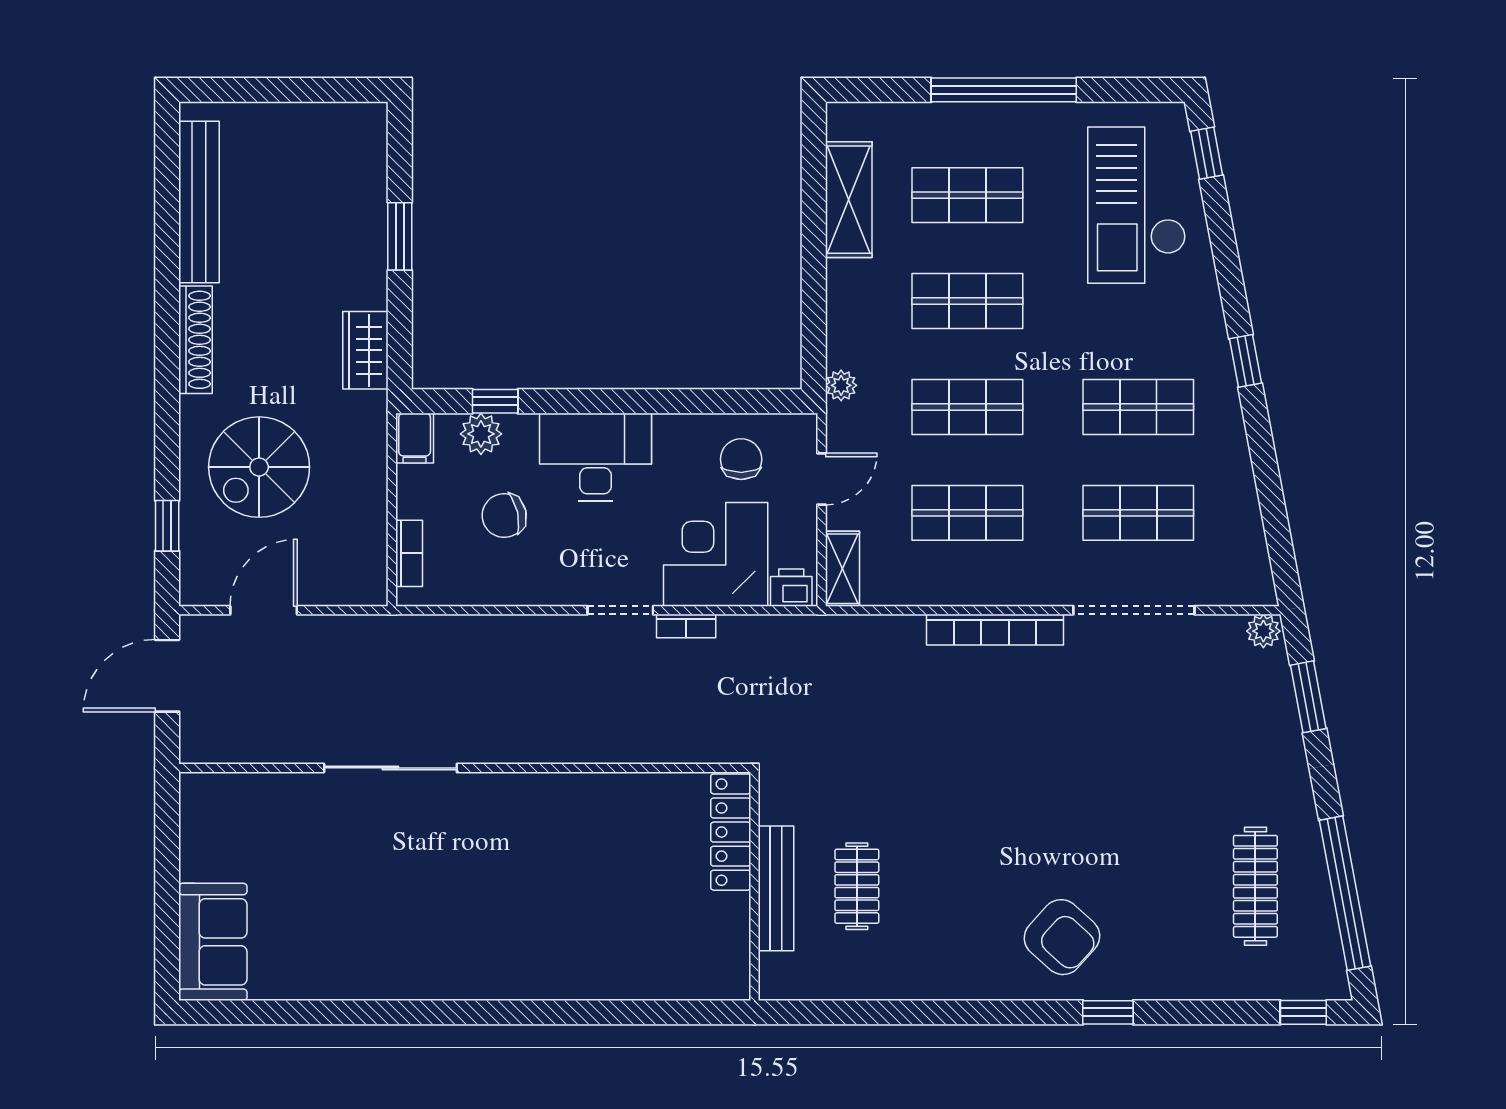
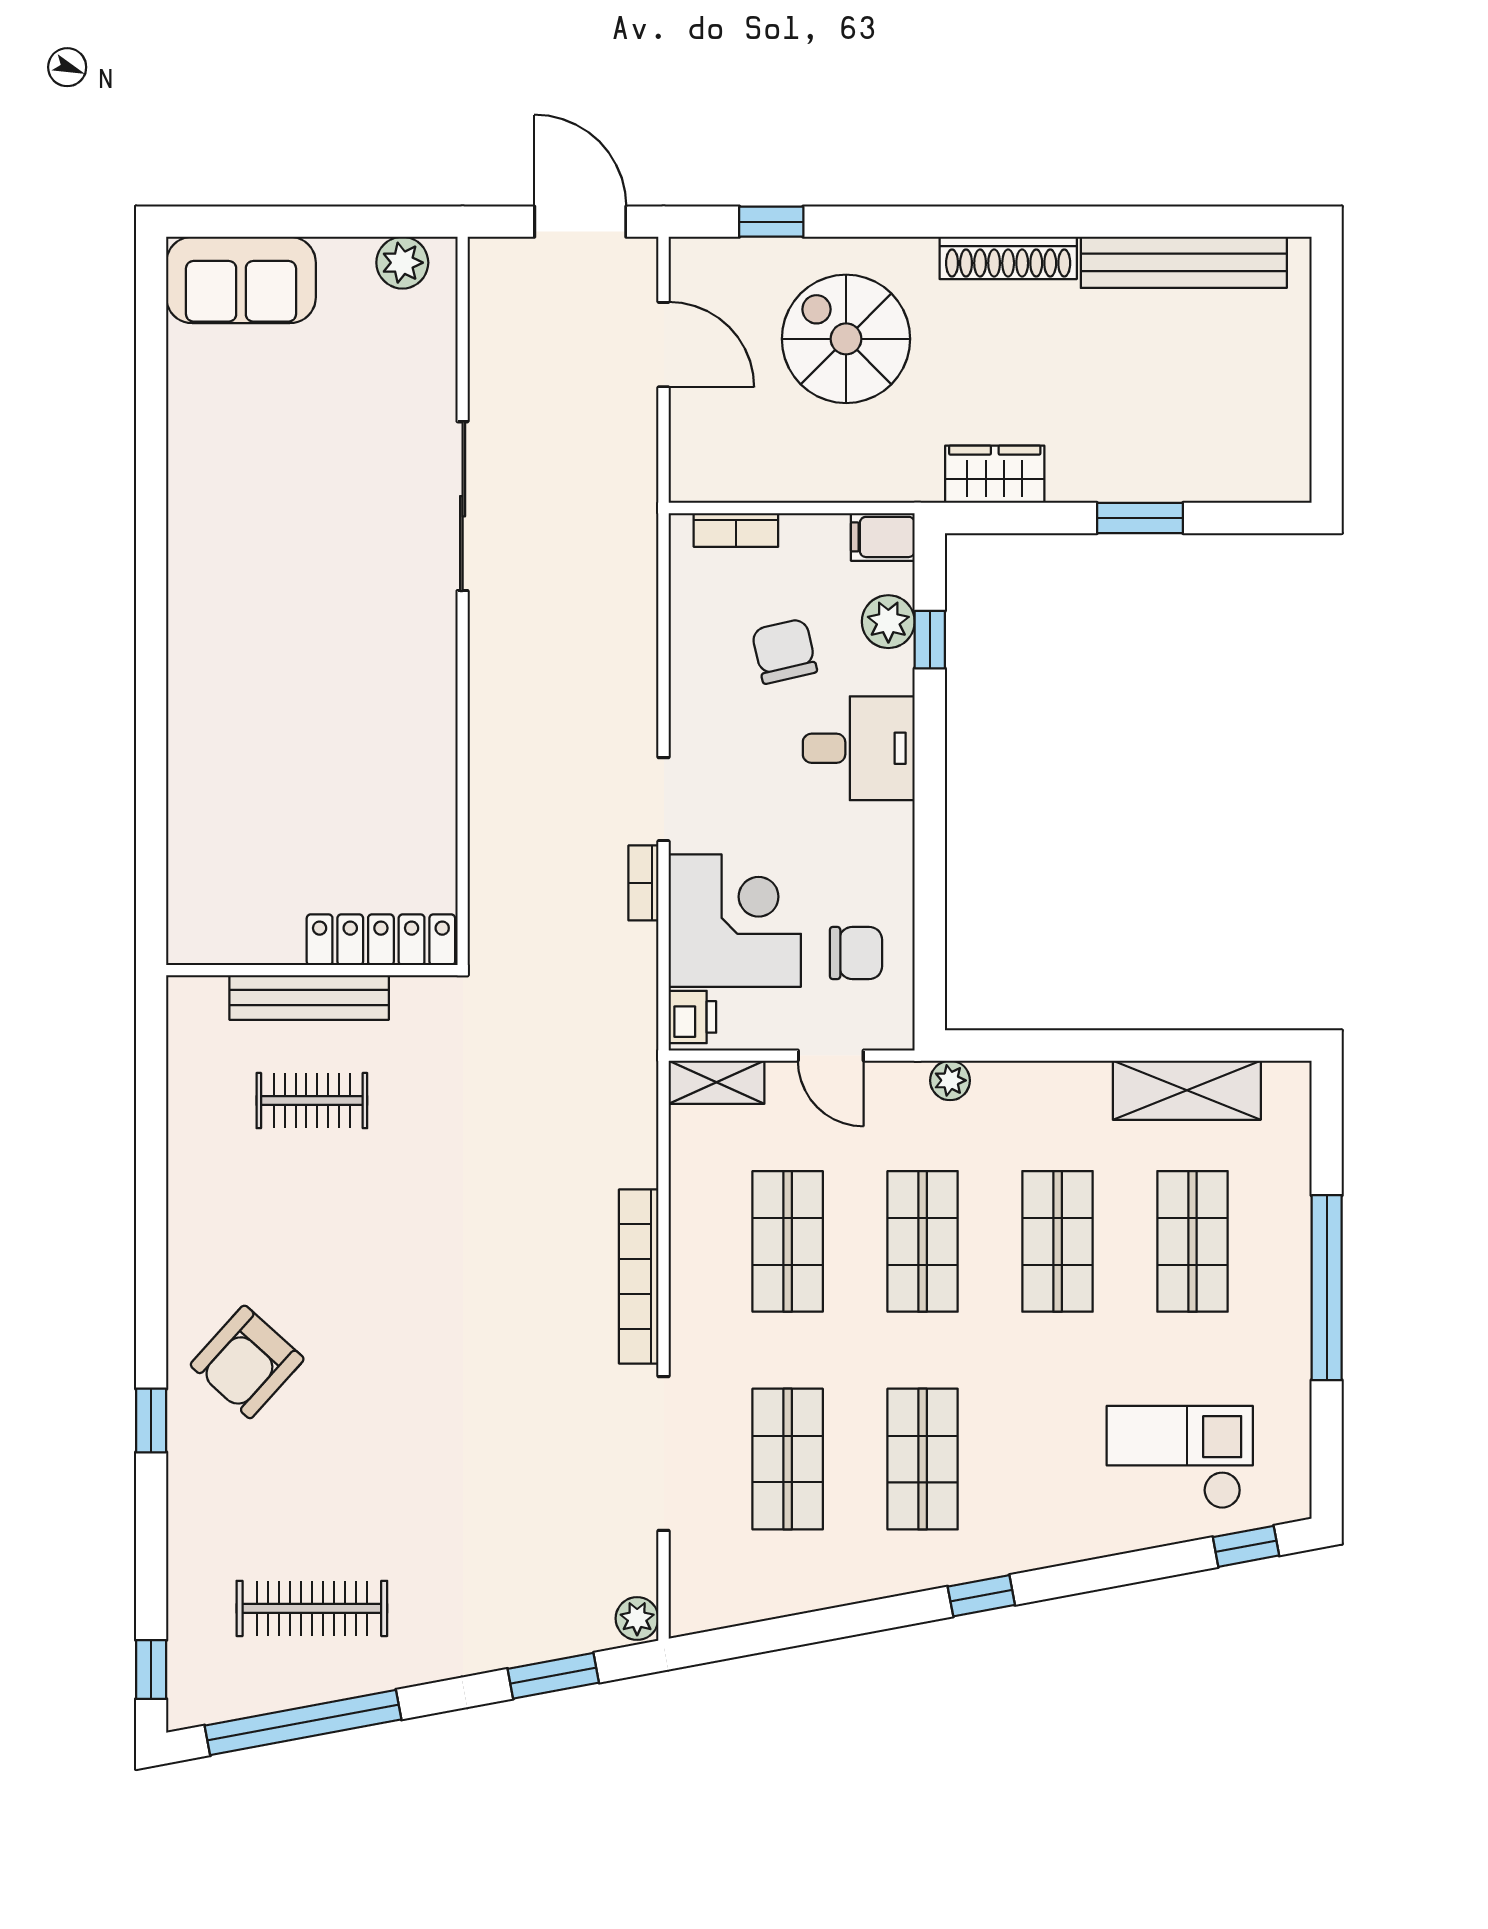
checkout: (1137, 205) -> (1180, 1457), width x0.73, depth x0.83
desk: (596, 457) -> (859, 748), width x0.73
plant: (199, 815) -> (402, 263), added

